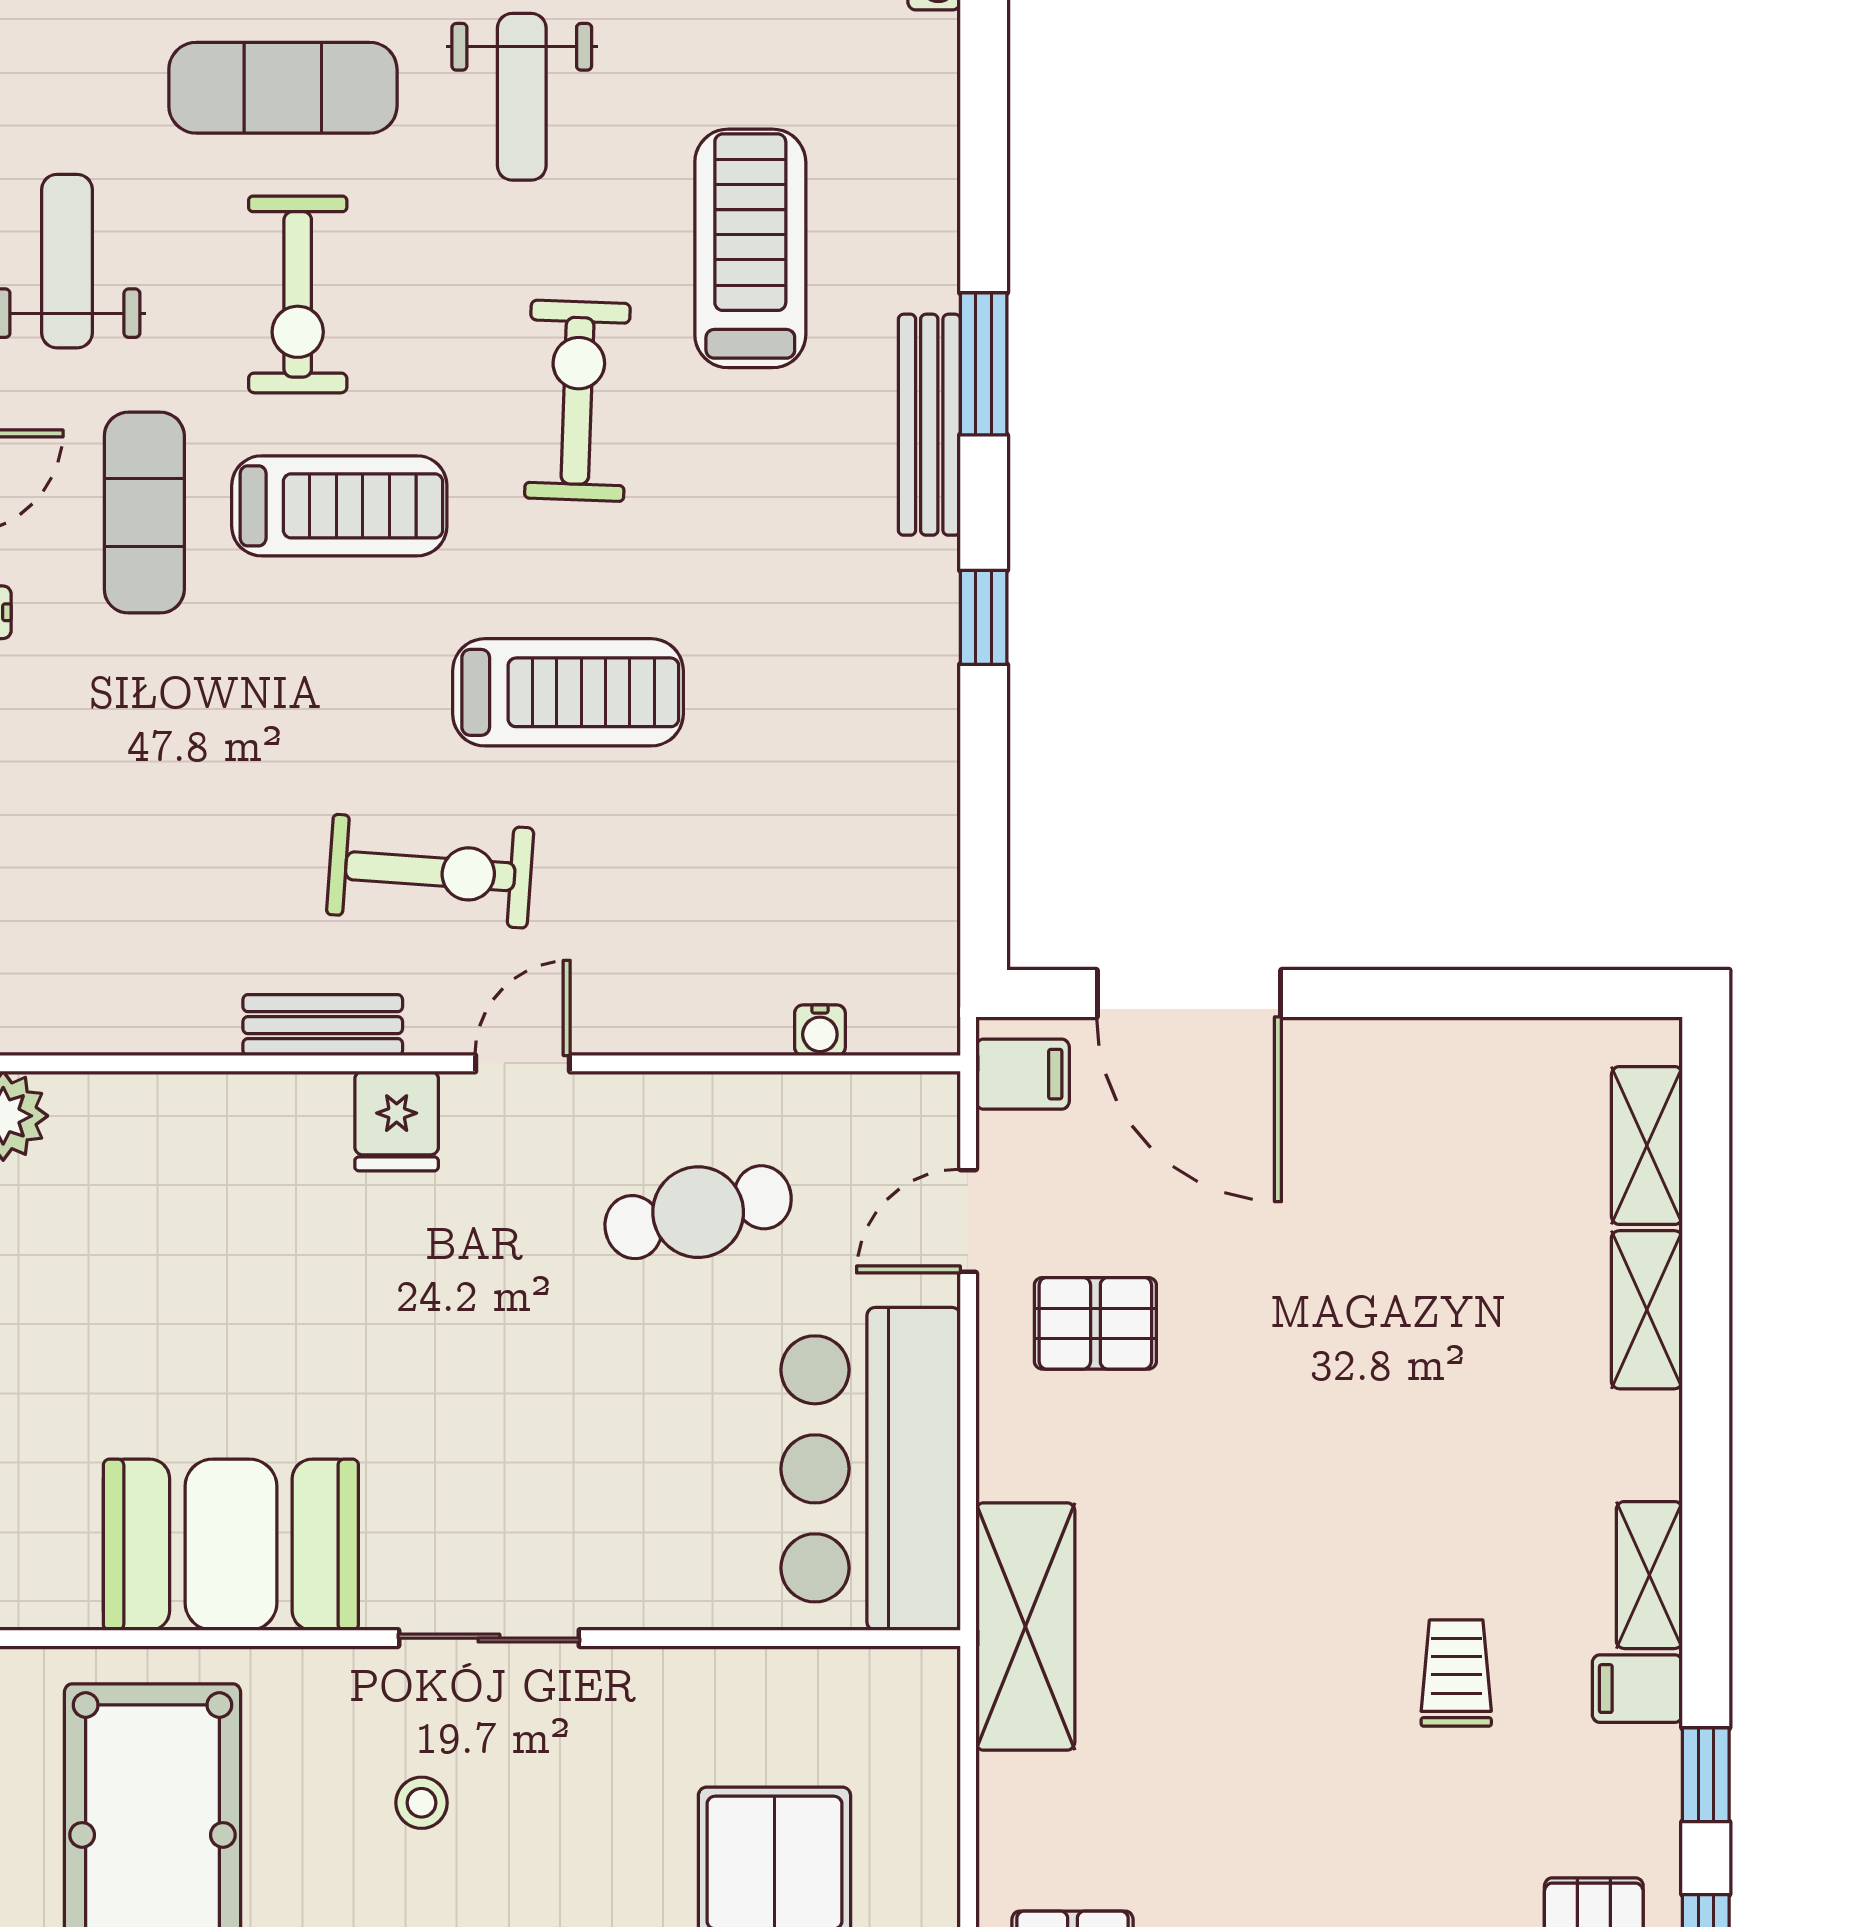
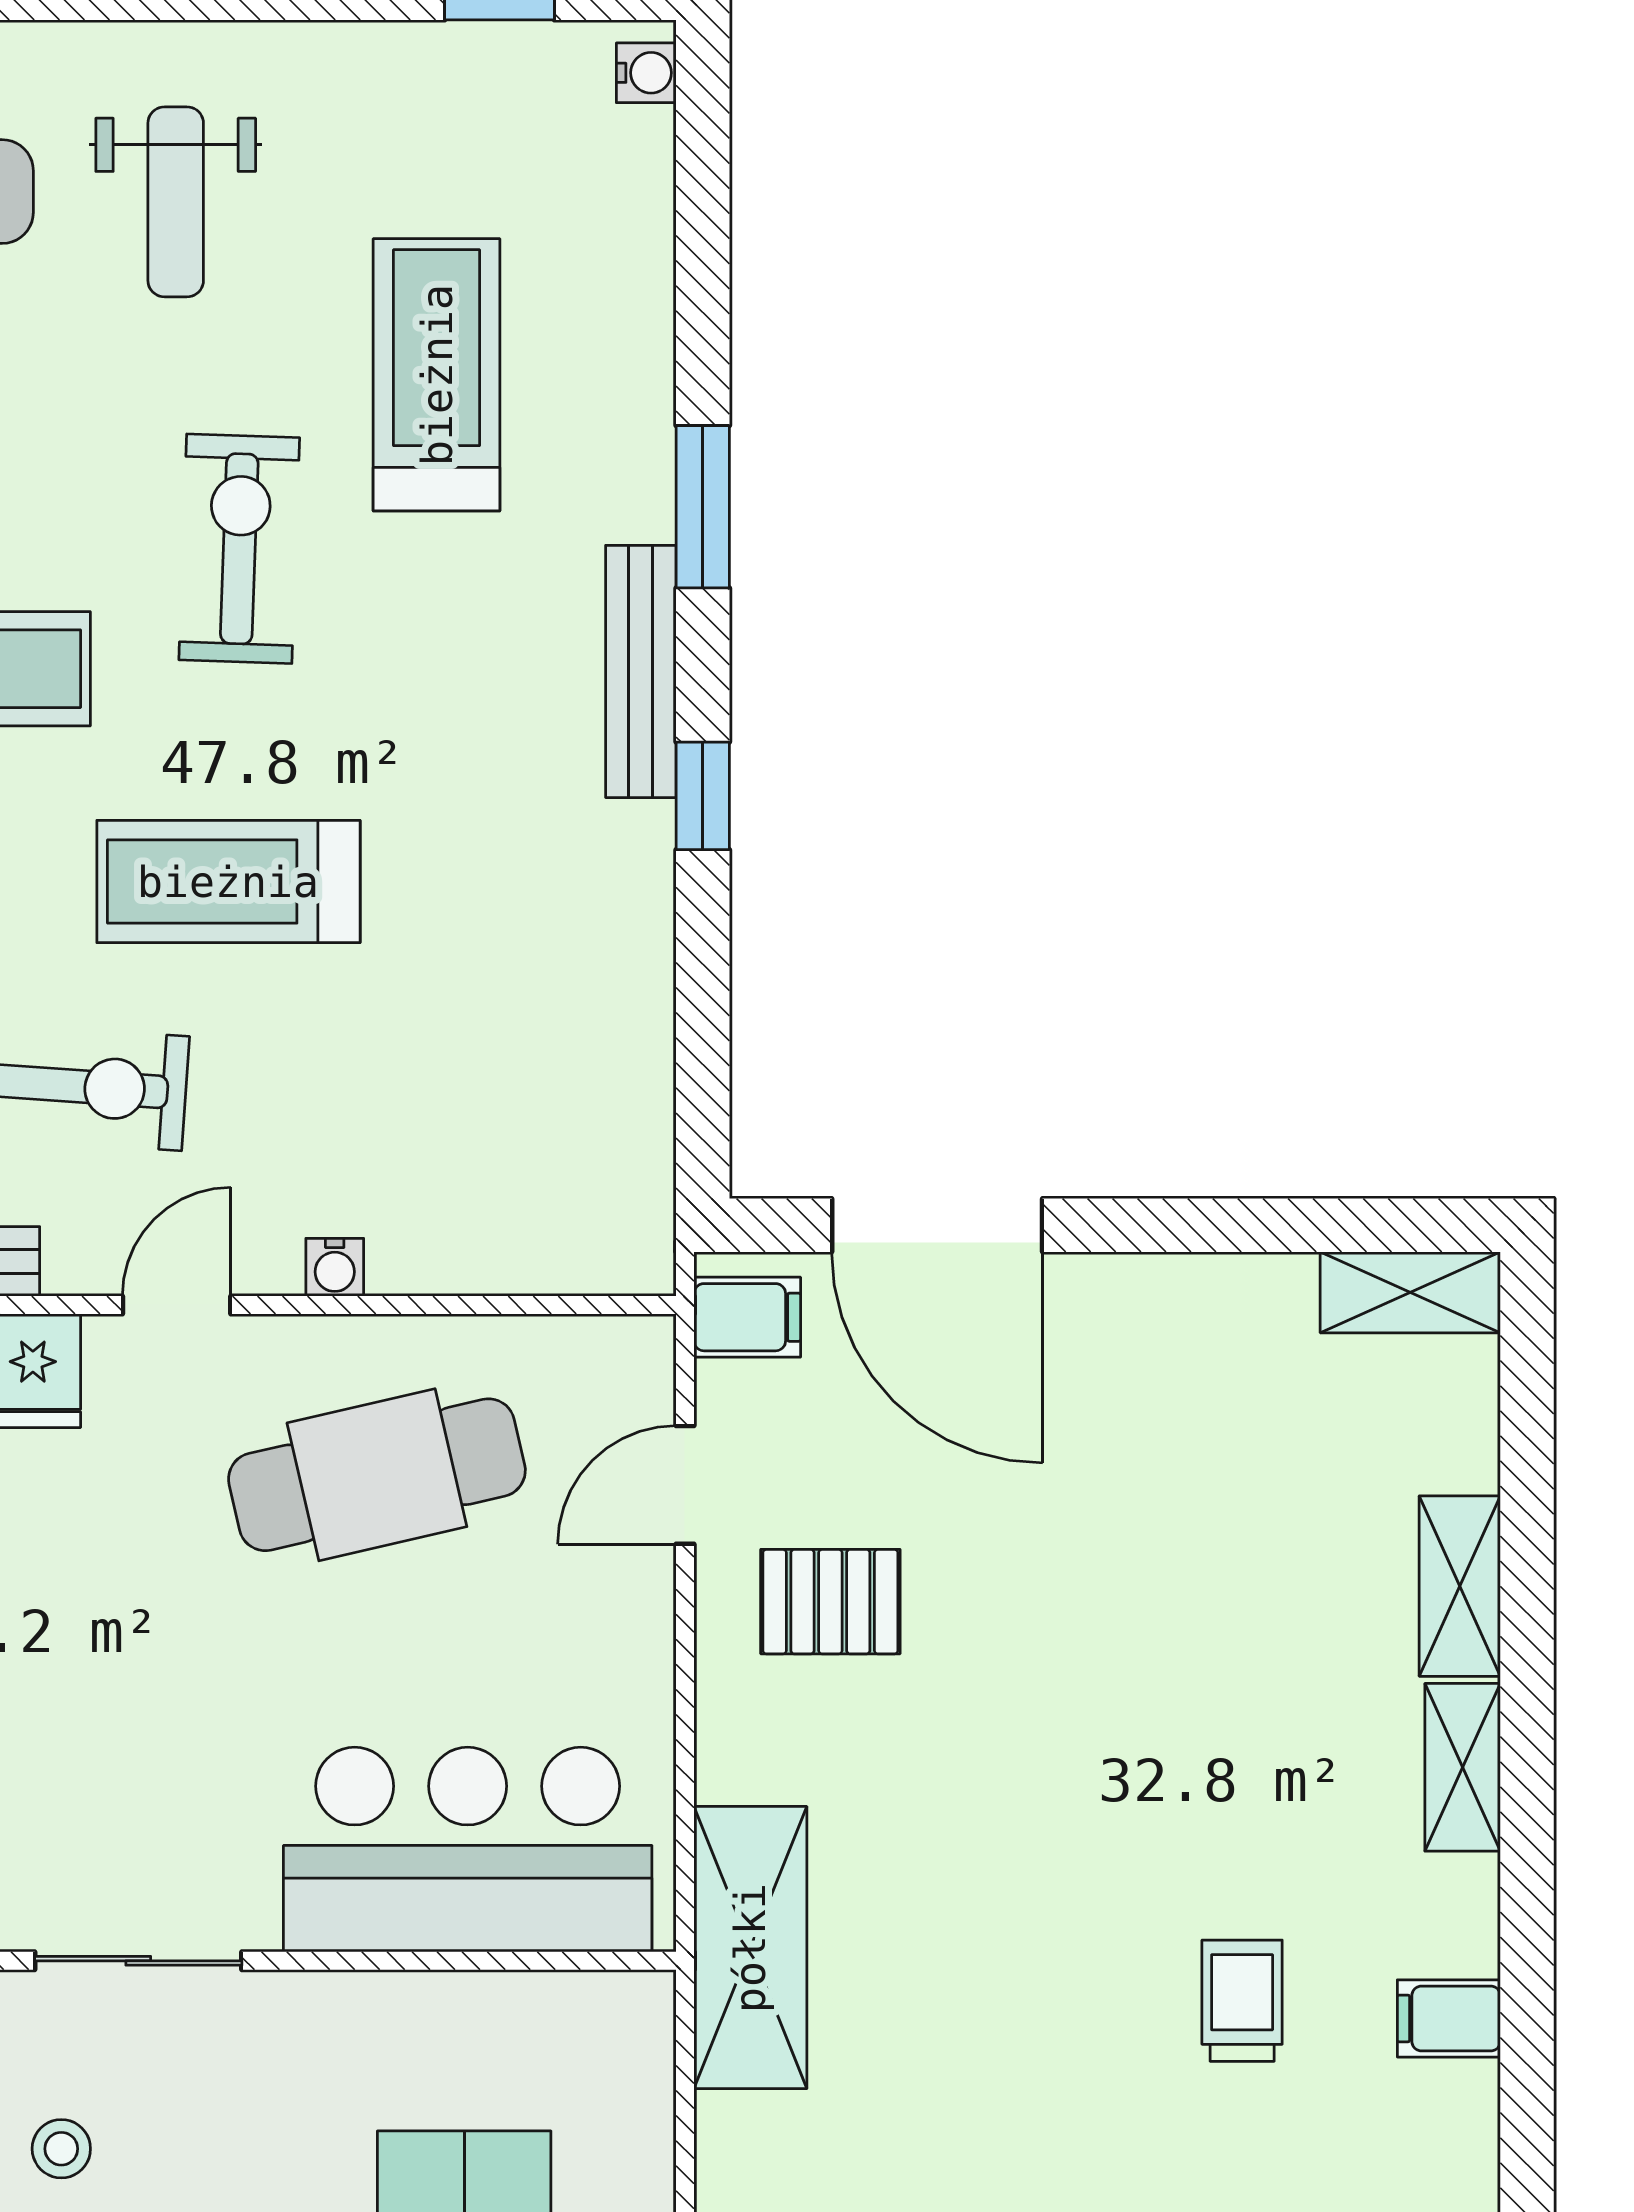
bench: (929, 425) -> (641, 671), moved
treadmill: (568, 692) -> (228, 882), turned 180
water cooler: (820, 1030) -> (335, 1267), moved
shelving: (1647, 1145) -> (1410, 1292), moved, turned 90
cafe table: (698, 1212) -> (377, 1475), width x1.37, depth x1.35
bar counter: (871, 1469) -> (468, 1850), moved, turned 90
shelving: (1649, 1575) -> (1463, 1767), moved
window: (1706, 1775) -> (1527, 2117), removed

